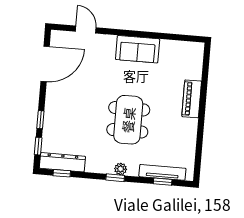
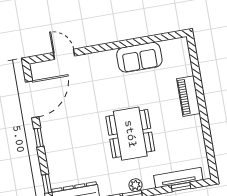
sofa: (138, 49) -> (139, 57), moved
window: (40, 120) -> (39, 138), moved

